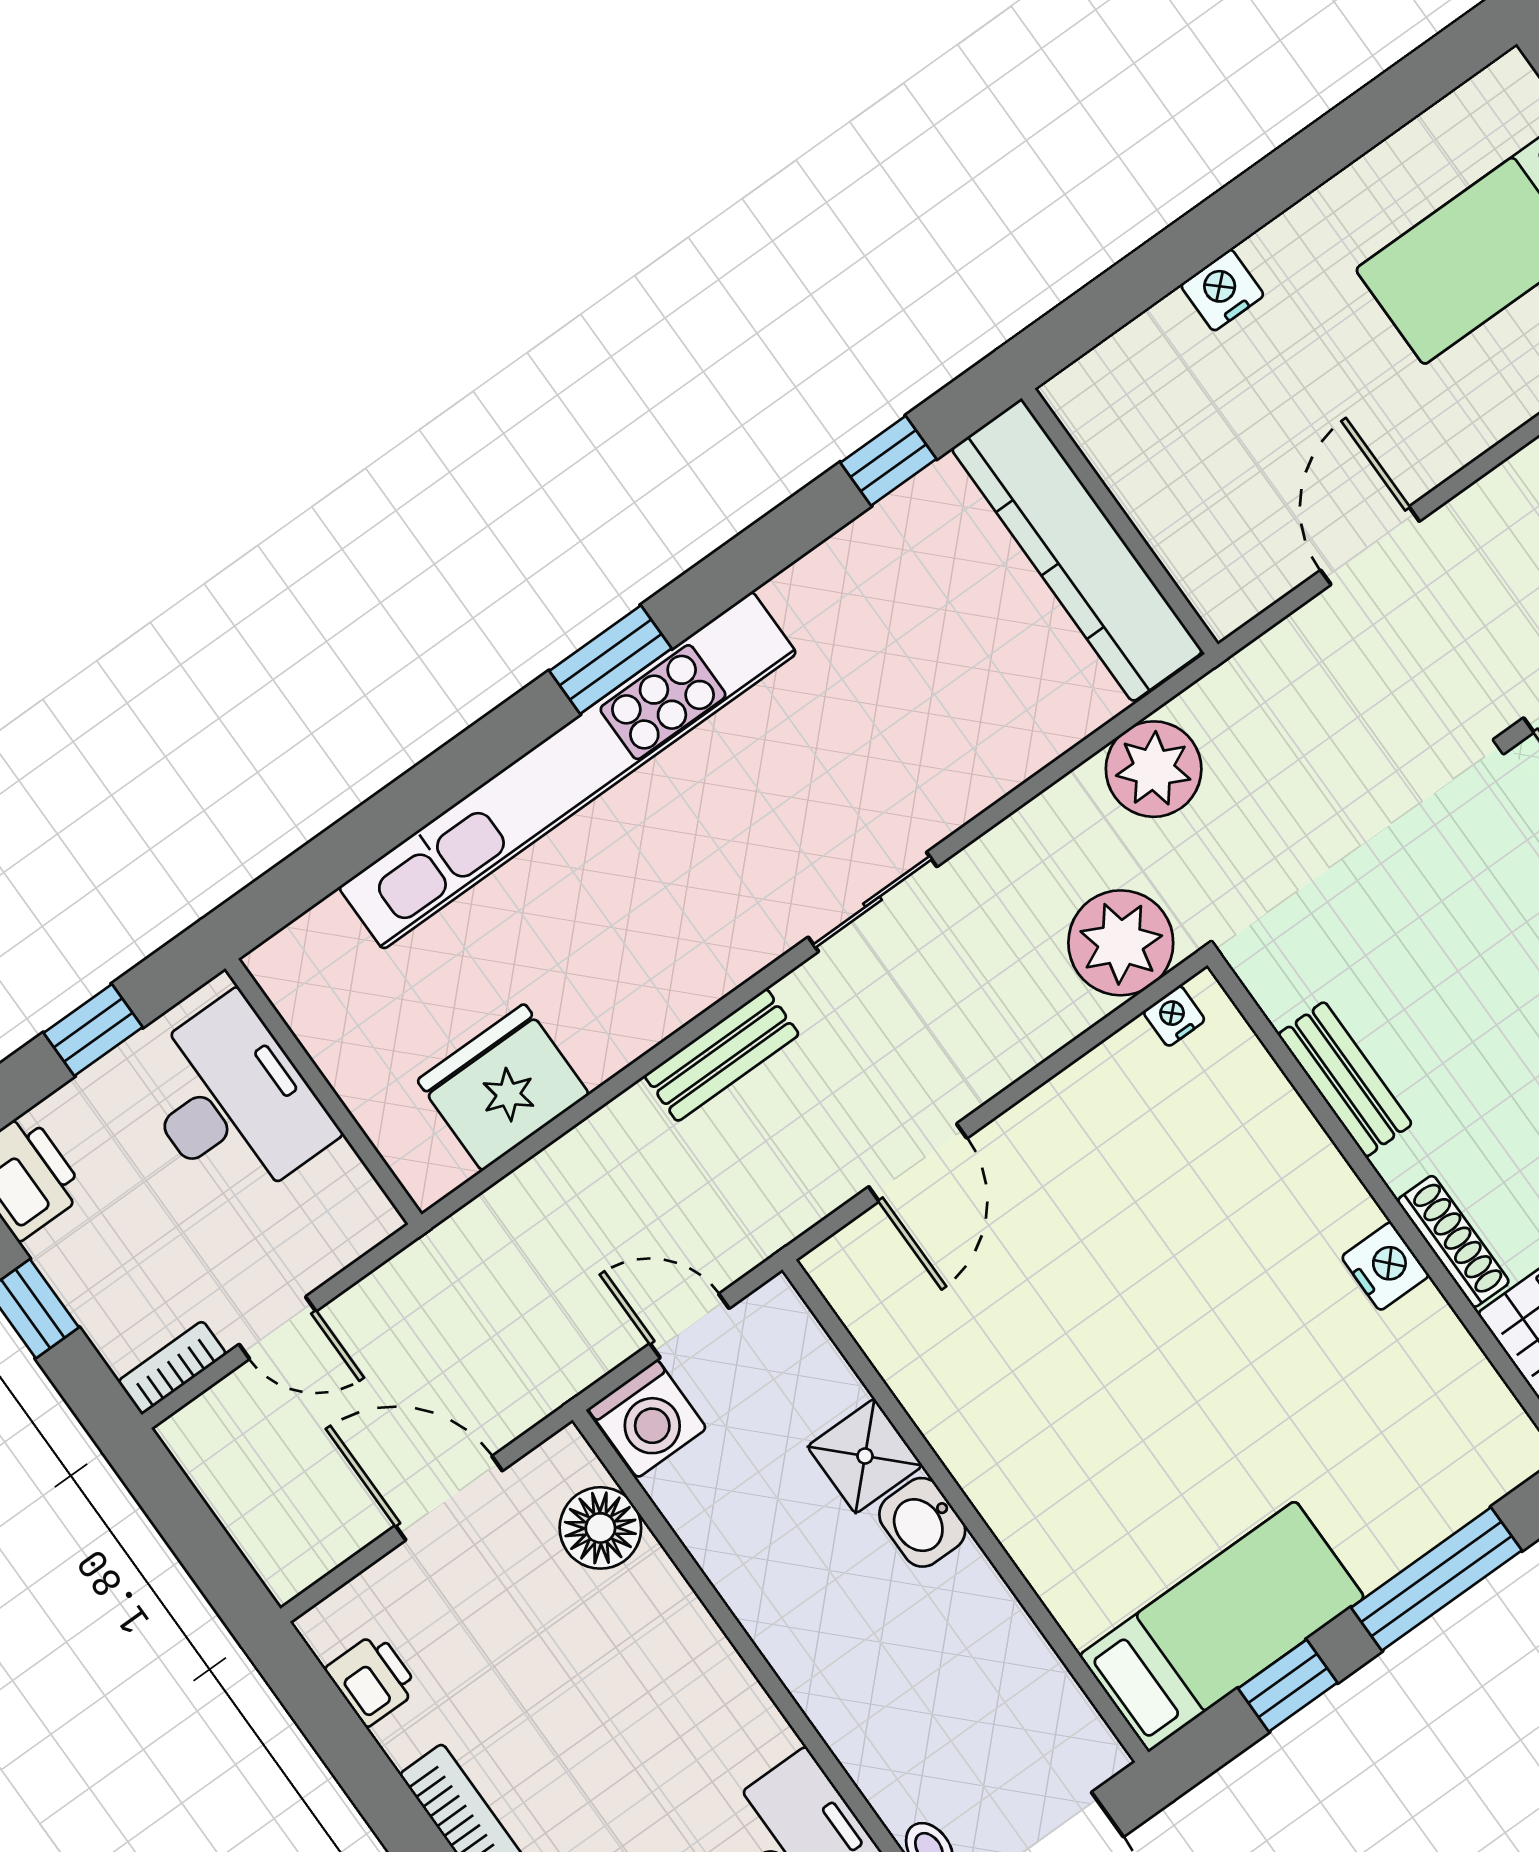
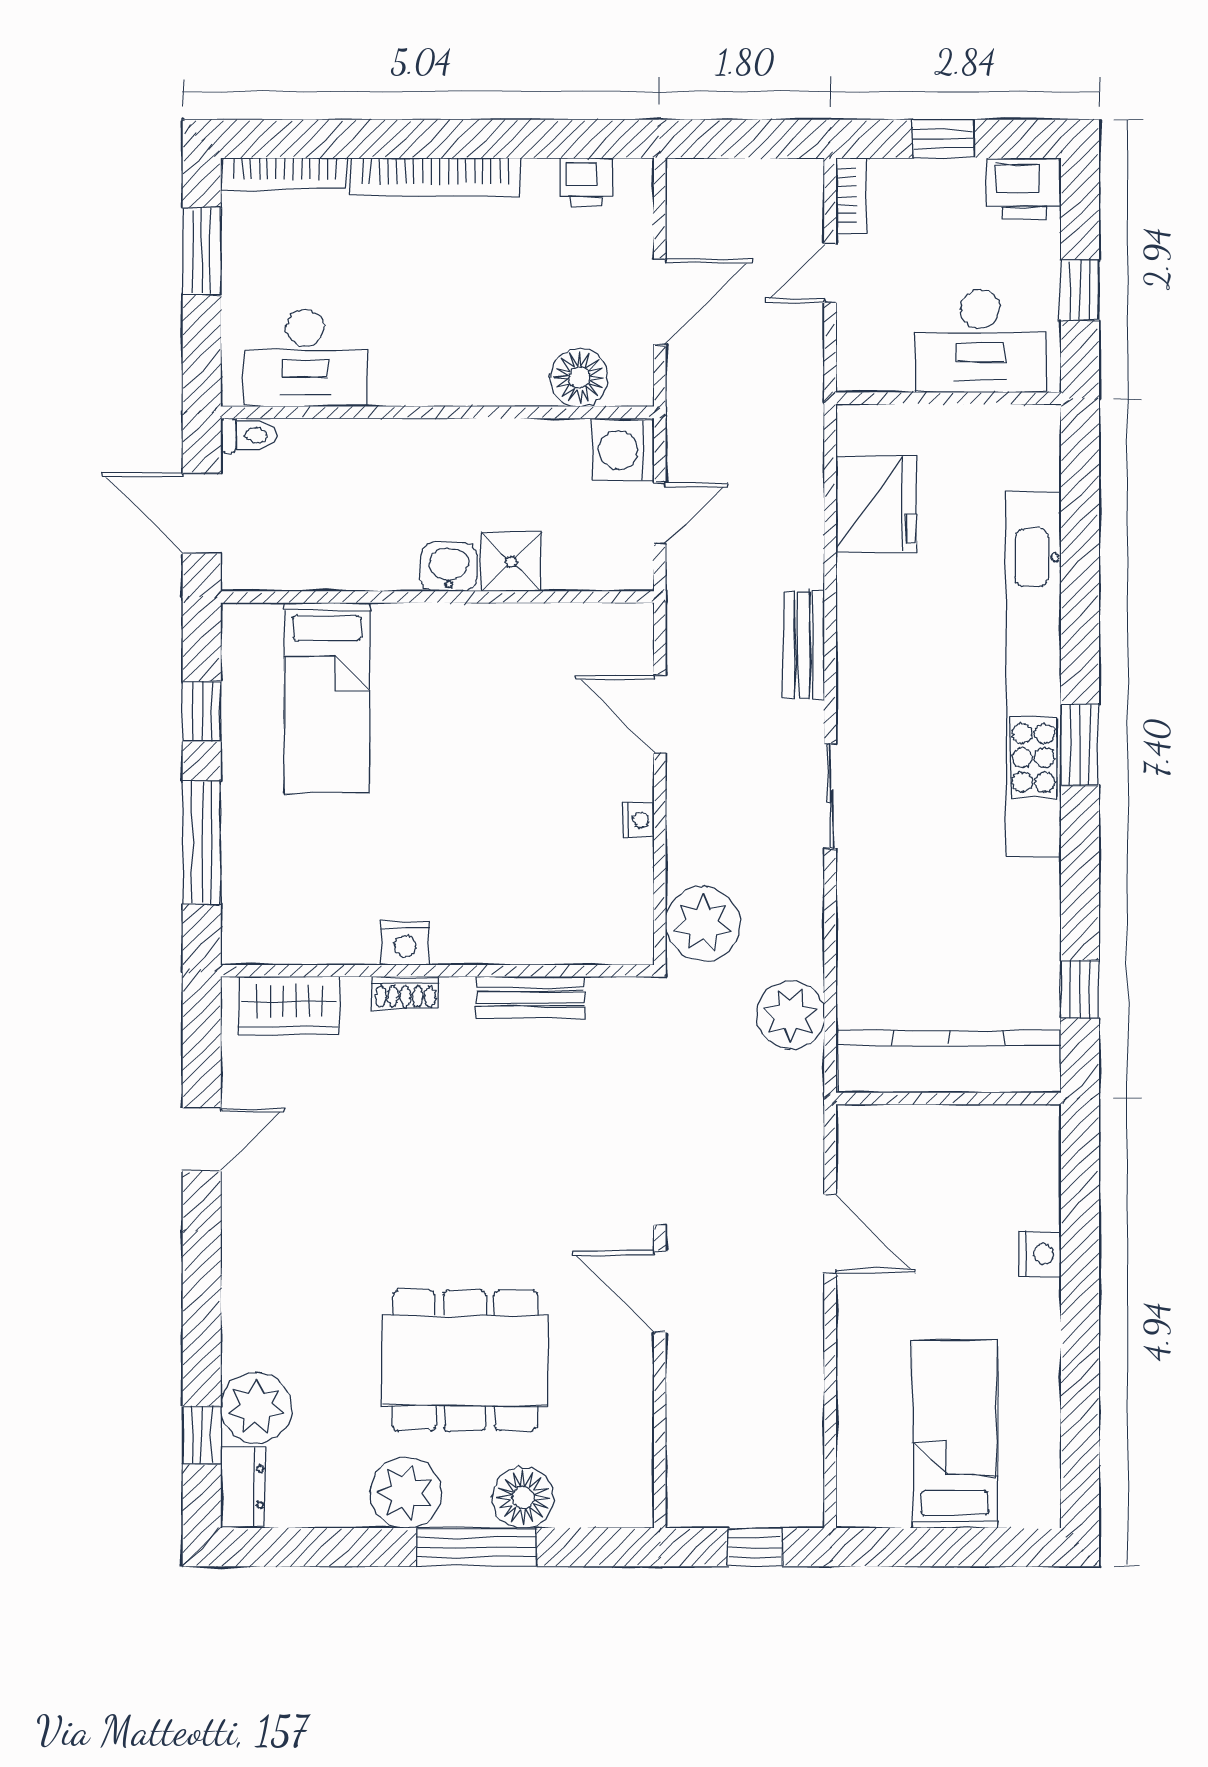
nightstand: (1174, 1016) -> (638, 820), moved
shoe rack: (1453, 1241) -> (405, 993), width x0.70
bed: (1222, 1626) -> (327, 698), moved

